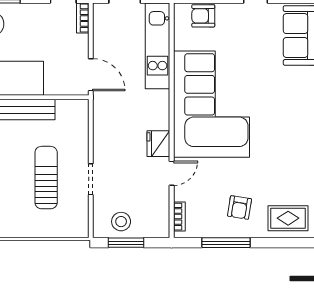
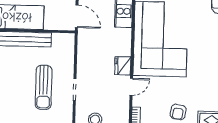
sun lounger: (46, 178) -> (44, 87), turned 180

